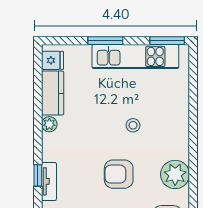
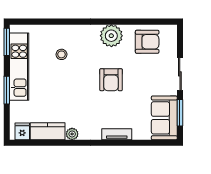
stool: (133, 125) -> (61, 54), moved
window: (38, 175) -> (112, 143), removed

